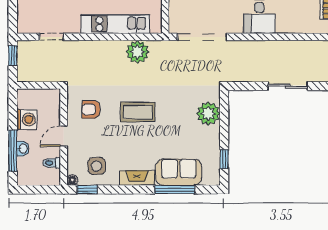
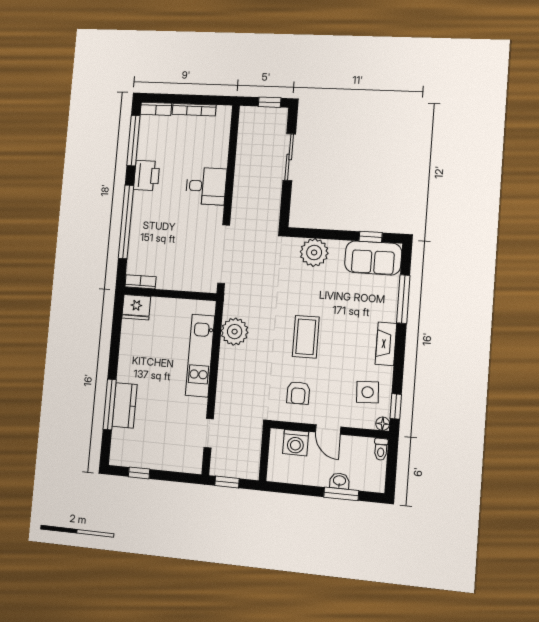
washing machine: (27, 119) -> (296, 443), moved, turned 180
window: (13, 151) -> (341, 494), width x0.69
toilet: (52, 163) -> (381, 449), moved
sofa: (179, 172) -> (373, 258), moved, turned -90

